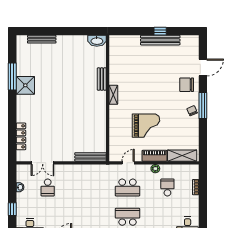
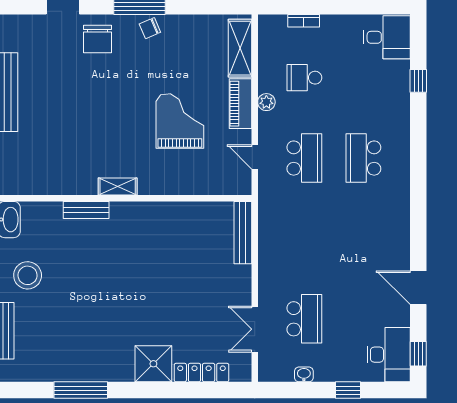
stool: (69, 50) -> (28, 275), added
shower: (25, 85) -> (153, 364), moved
double door: (43, 163) -> (255, 329), swing flipped
school desk: (48, 187) -> (304, 319), width x1.85

